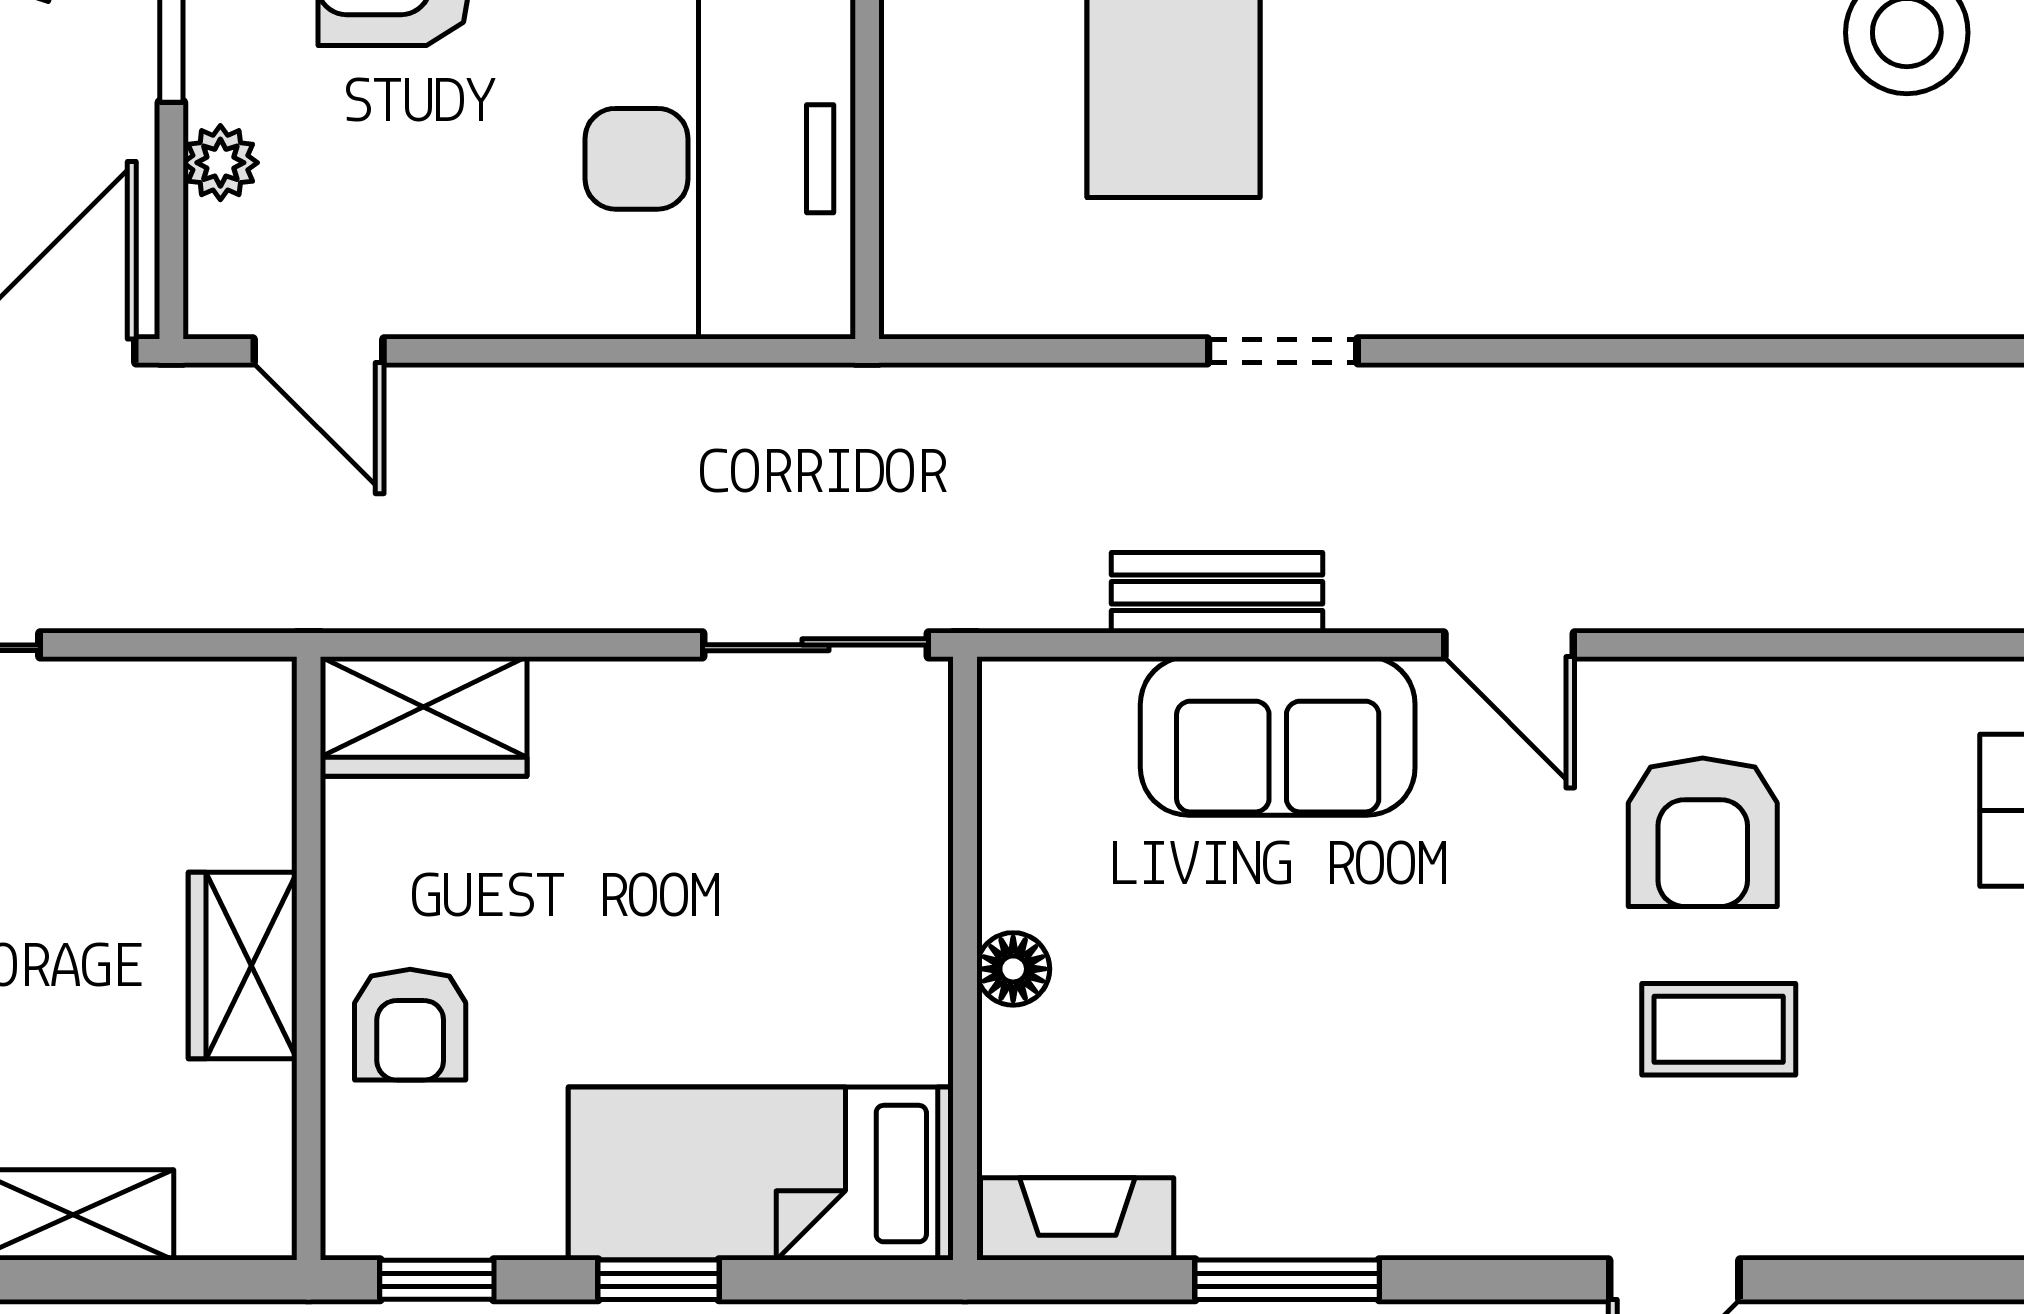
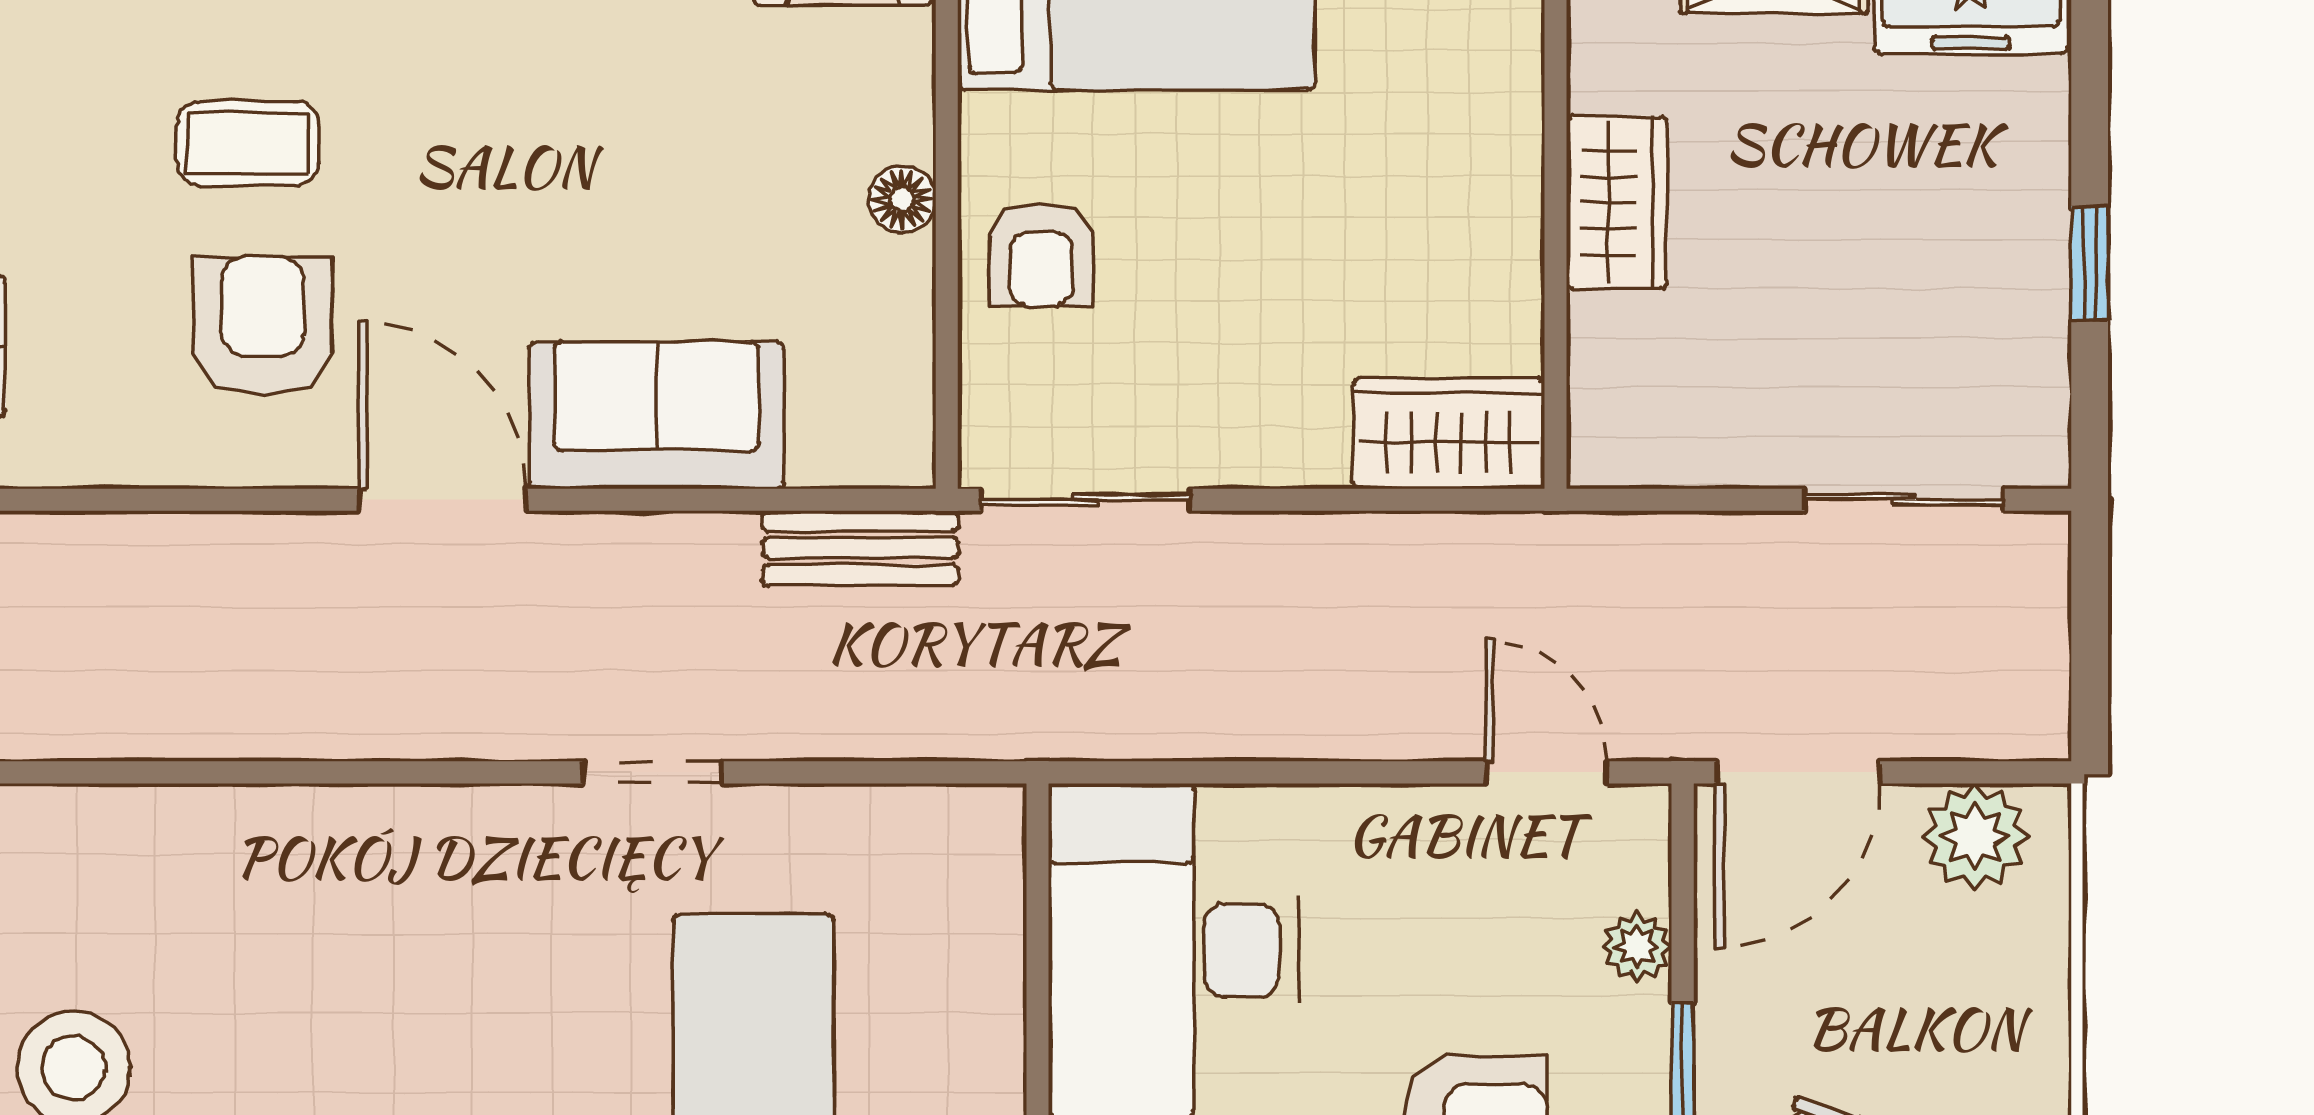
bench: (1217, 593) -> (861, 548), moved
door: (1509, 645) -> (442, 500), width x1.38
armchair: (410, 1025) -> (1041, 254), moved, turned 180

